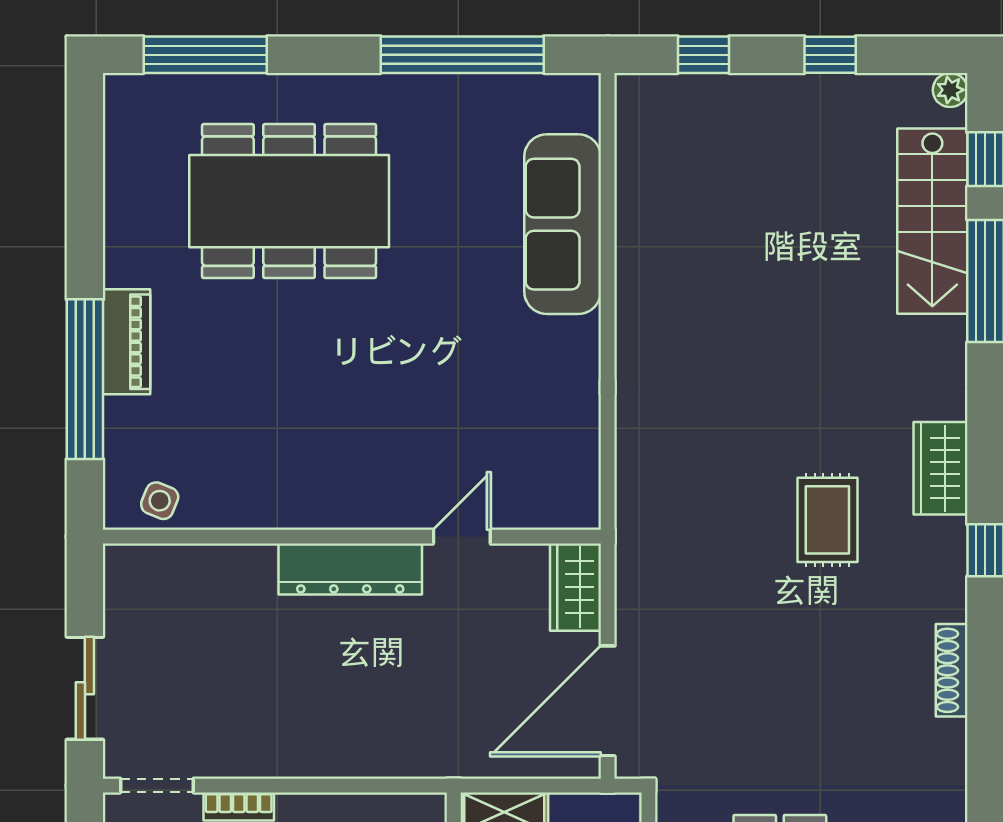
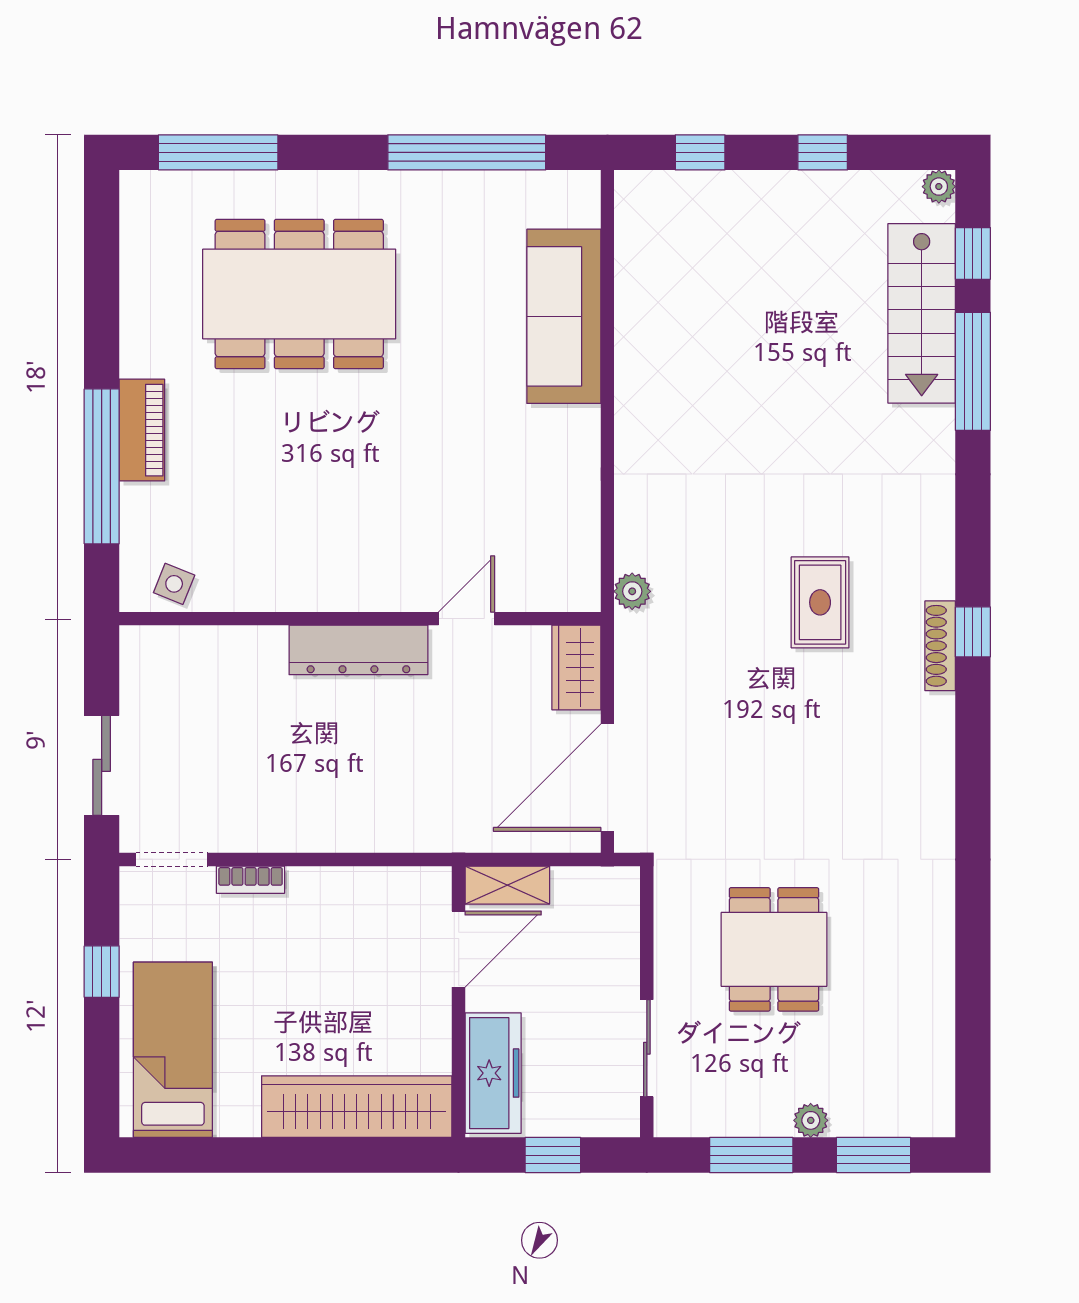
wardrobe: (940, 468) -> (929, 552), removed
plant: (633, 508) -> (632, 591), added
shoe rack: (952, 670) -> (940, 646), moved

